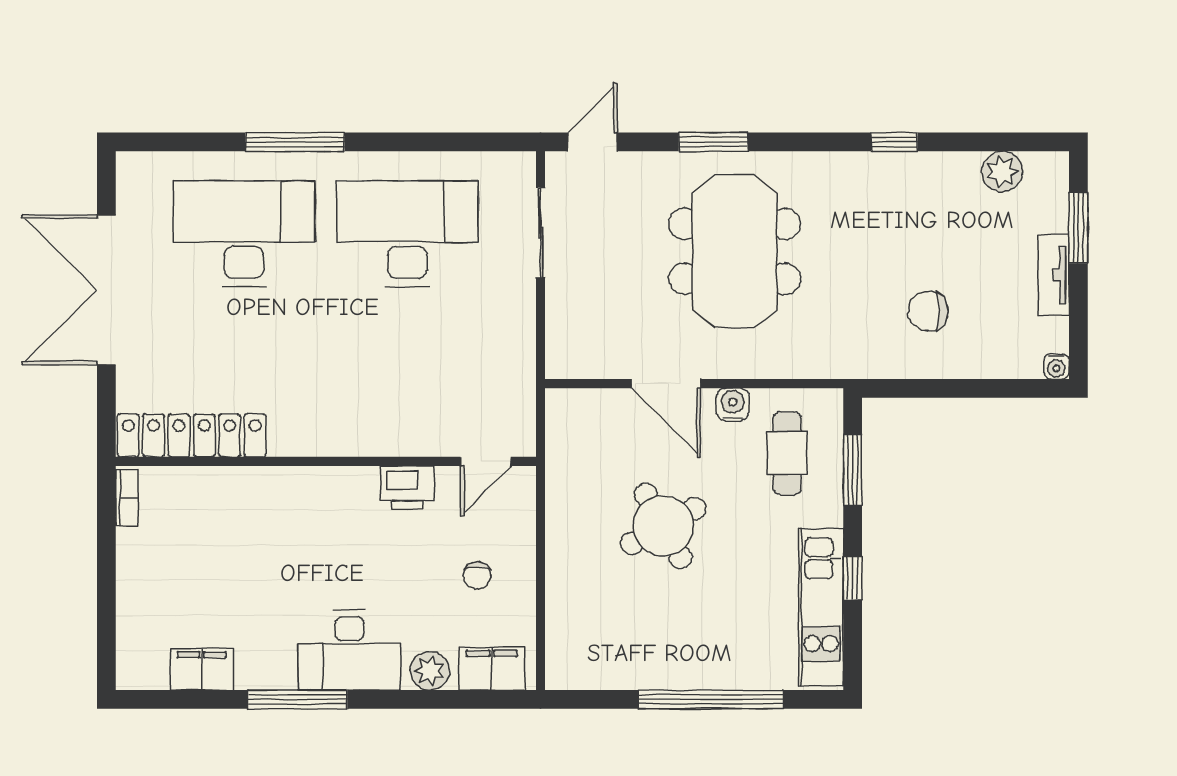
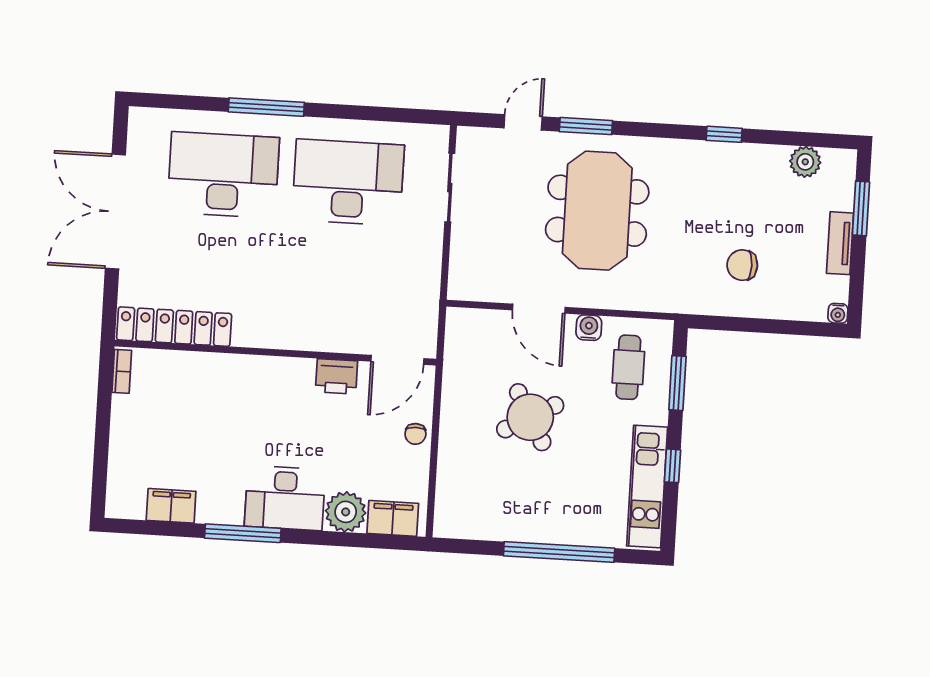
door: (592, 142) -> (523, 122), moved
door: (486, 461) -> (397, 360), width x1.38
chair: (477, 576) -> (415, 434), moved
plant: (430, 671) -> (346, 512), width x1.36, depth x1.36

